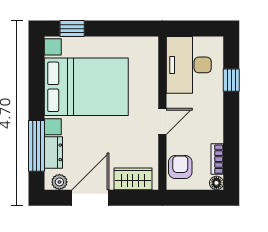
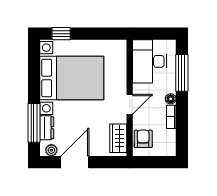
window: (231, 80) -> (182, 73), width x2.17
bookcase: (217, 159) -> (171, 117), moved
wardrobe: (133, 179) -> (118, 138), moved, turned -90
floor lamp: (216, 183) -> (171, 99), moved

